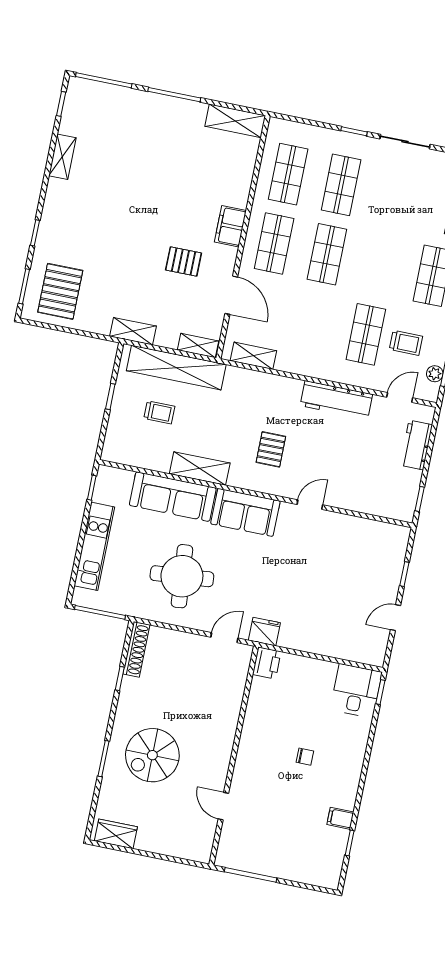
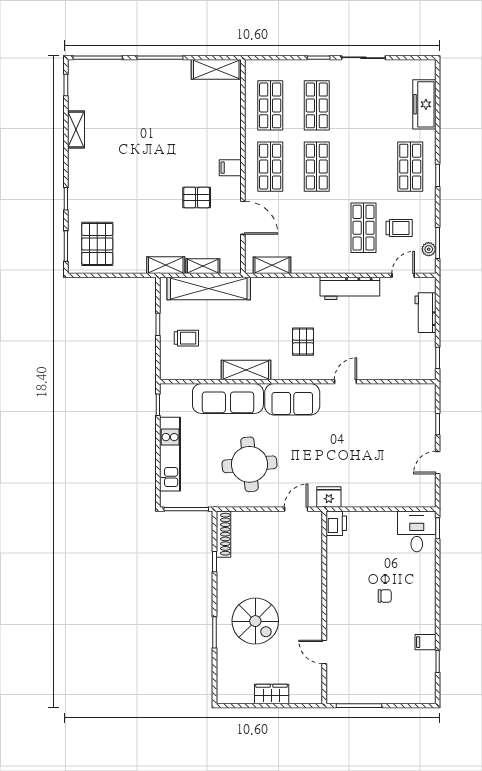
filing cabinet: (230, 226) -> (230, 168), width x0.50
shelving: (198, 346) -> (203, 266), moved
trolley: (159, 412) -> (186, 338), moved
spiral stairs: (152, 755) -> (255, 621), turned -90
wardrobe: (116, 834) -> (272, 694), moved

